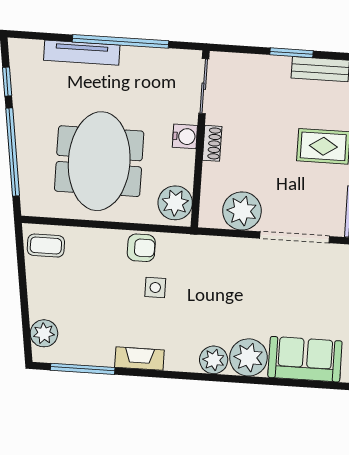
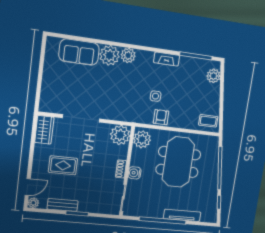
plant: (242, 211) -> (120, 135), moved
armchair: (141, 248) -> (161, 117), turned 90

